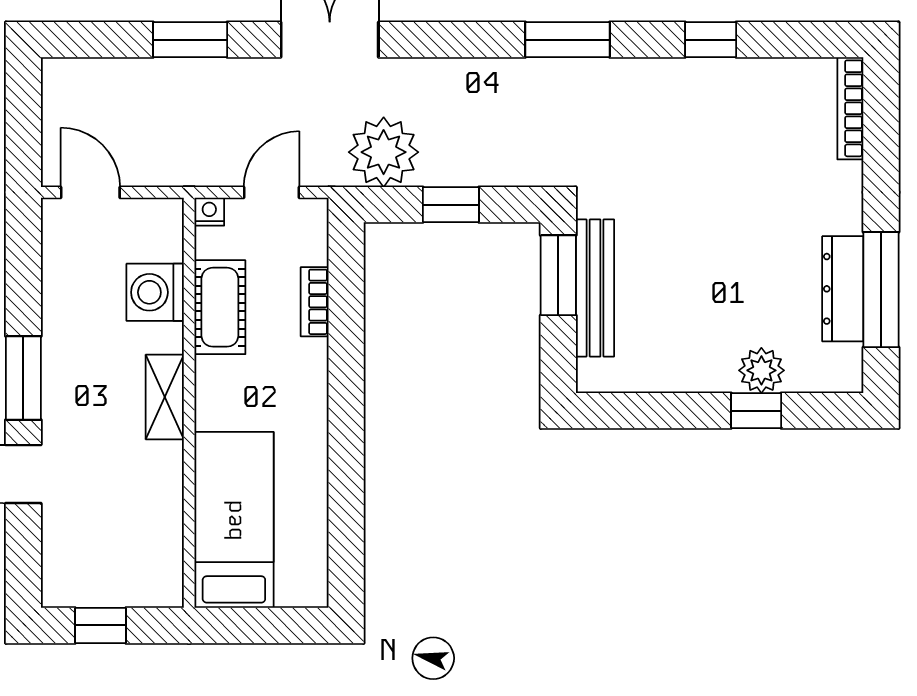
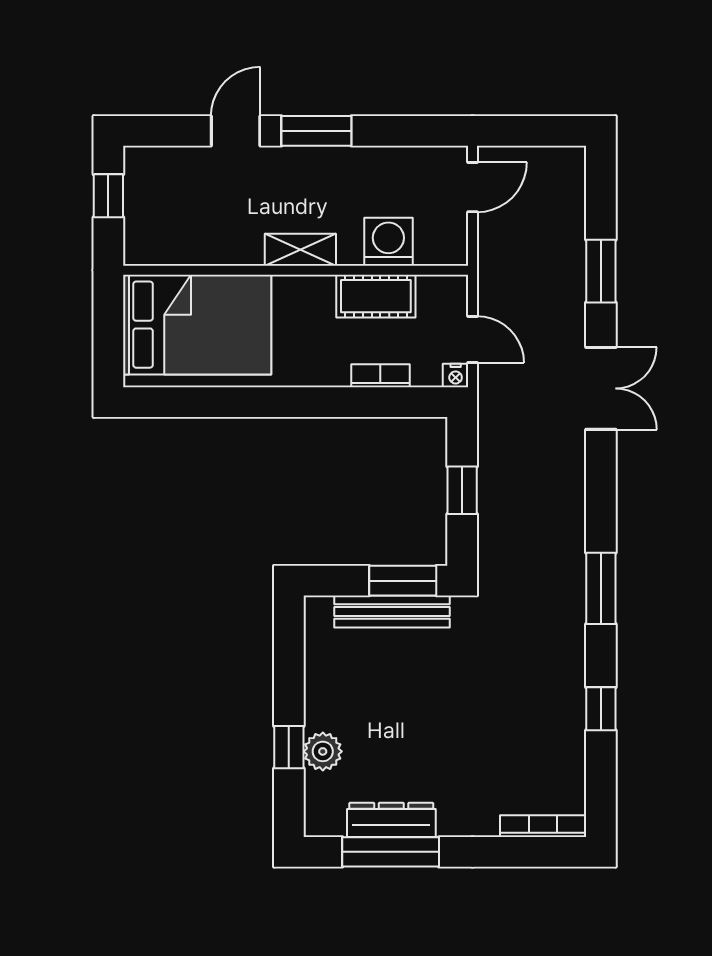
plant: (384, 152) -> (506, 434), removed
nightstand: (209, 212) -> (456, 376), moved, turned 90
bed: (234, 520) -> (197, 325), width x1.50

